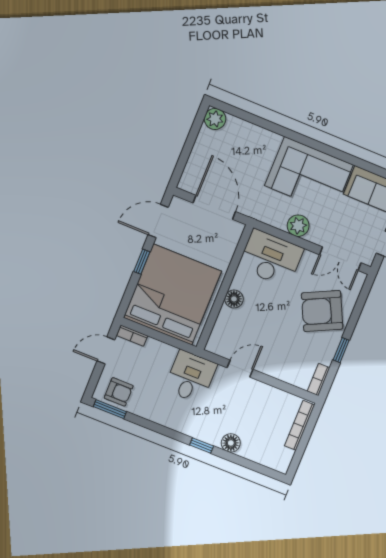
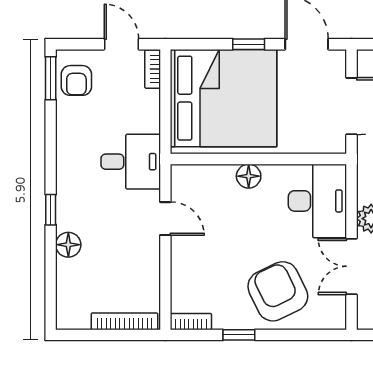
double door: (340, 259) -> (352, 266), moved

